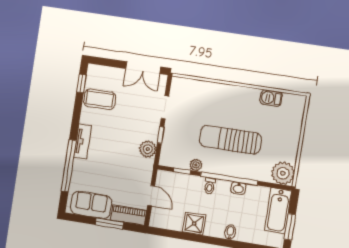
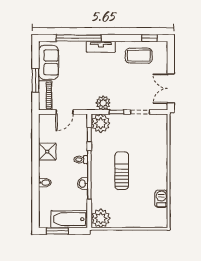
coffee table: (100, 99) -> (139, 56), turned 90
sun lounger: (230, 140) -> (122, 171), width x0.73, depth x0.75
plant: (196, 165) -> (101, 123), moved, width x1.87, depth x1.87

